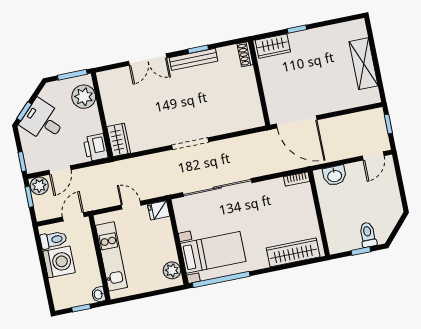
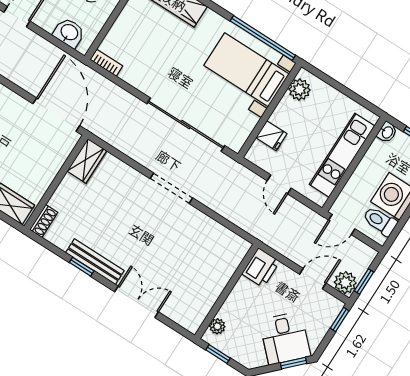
window: (72, 75) -> (218, 354), width x0.67
plant: (84, 97) -> (217, 326), width x0.53, depth x0.53
wardrobe: (119, 140) -> (87, 161), moved, turned 180
fridge: (159, 210) -> (271, 136), moved

